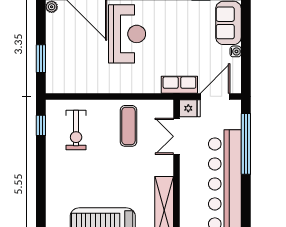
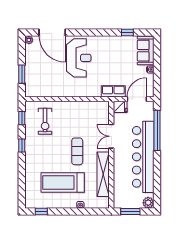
exercise mat: (128, 126) -> (77, 151), moved
double door: (176, 136) -> (111, 136), moved
window: (41, 167) -> (22, 145), added

